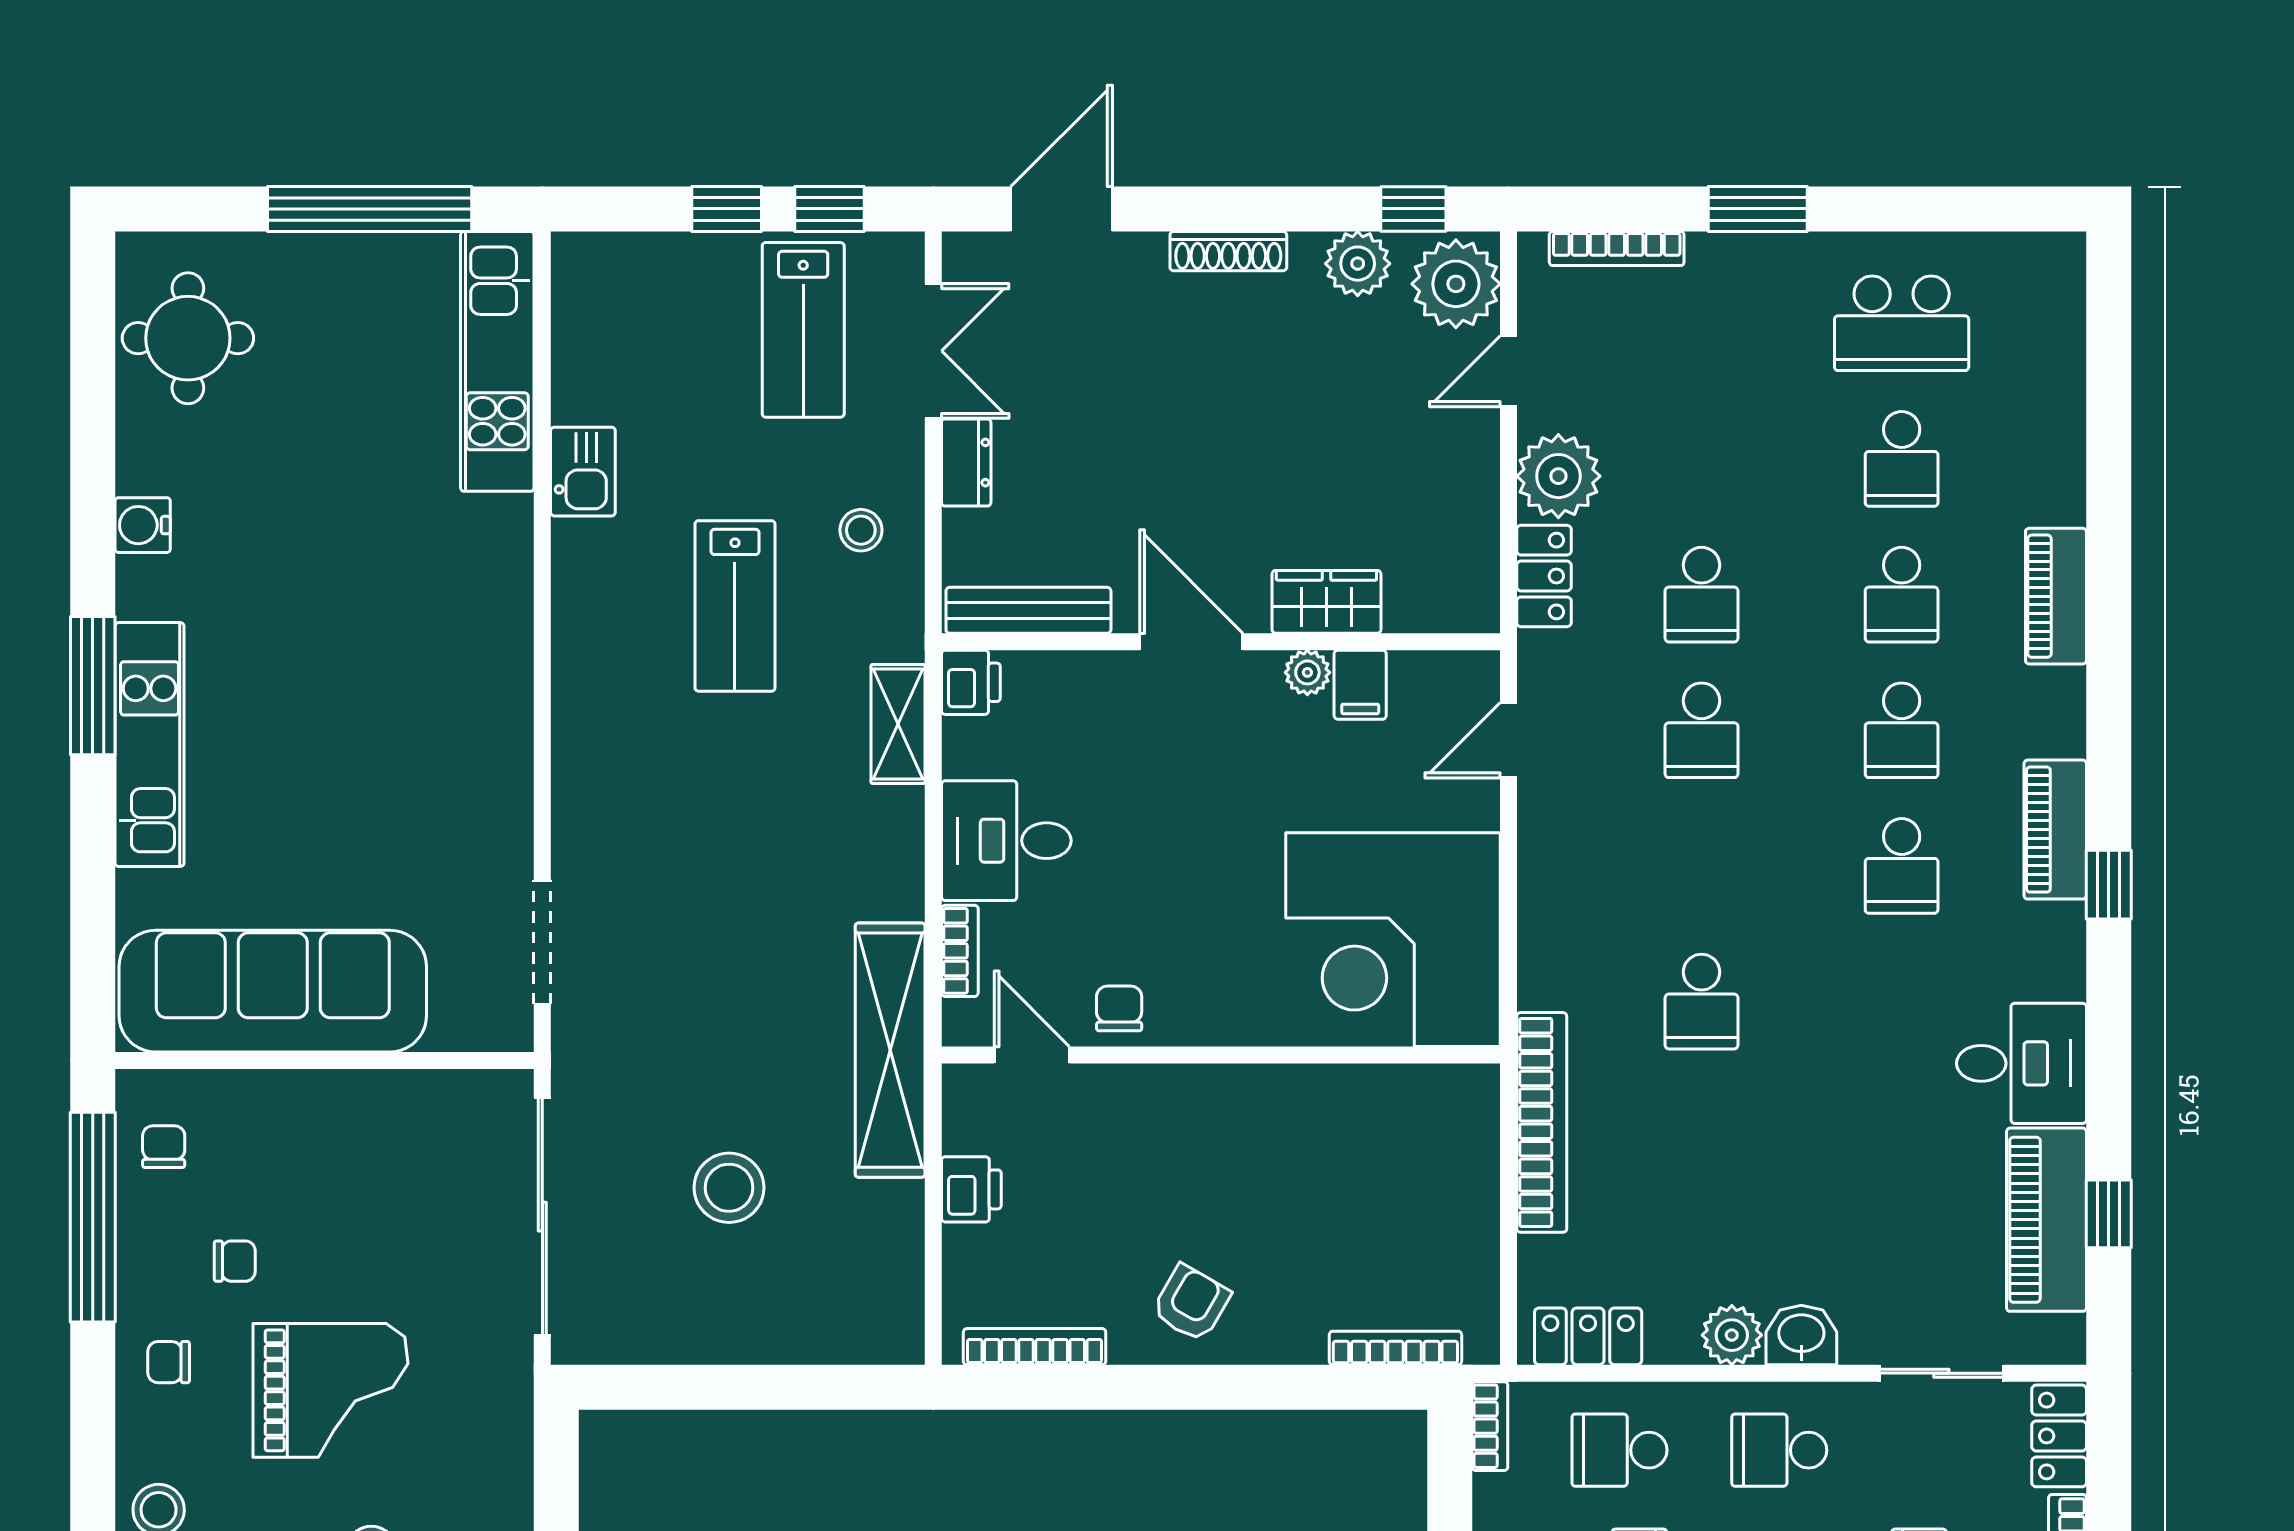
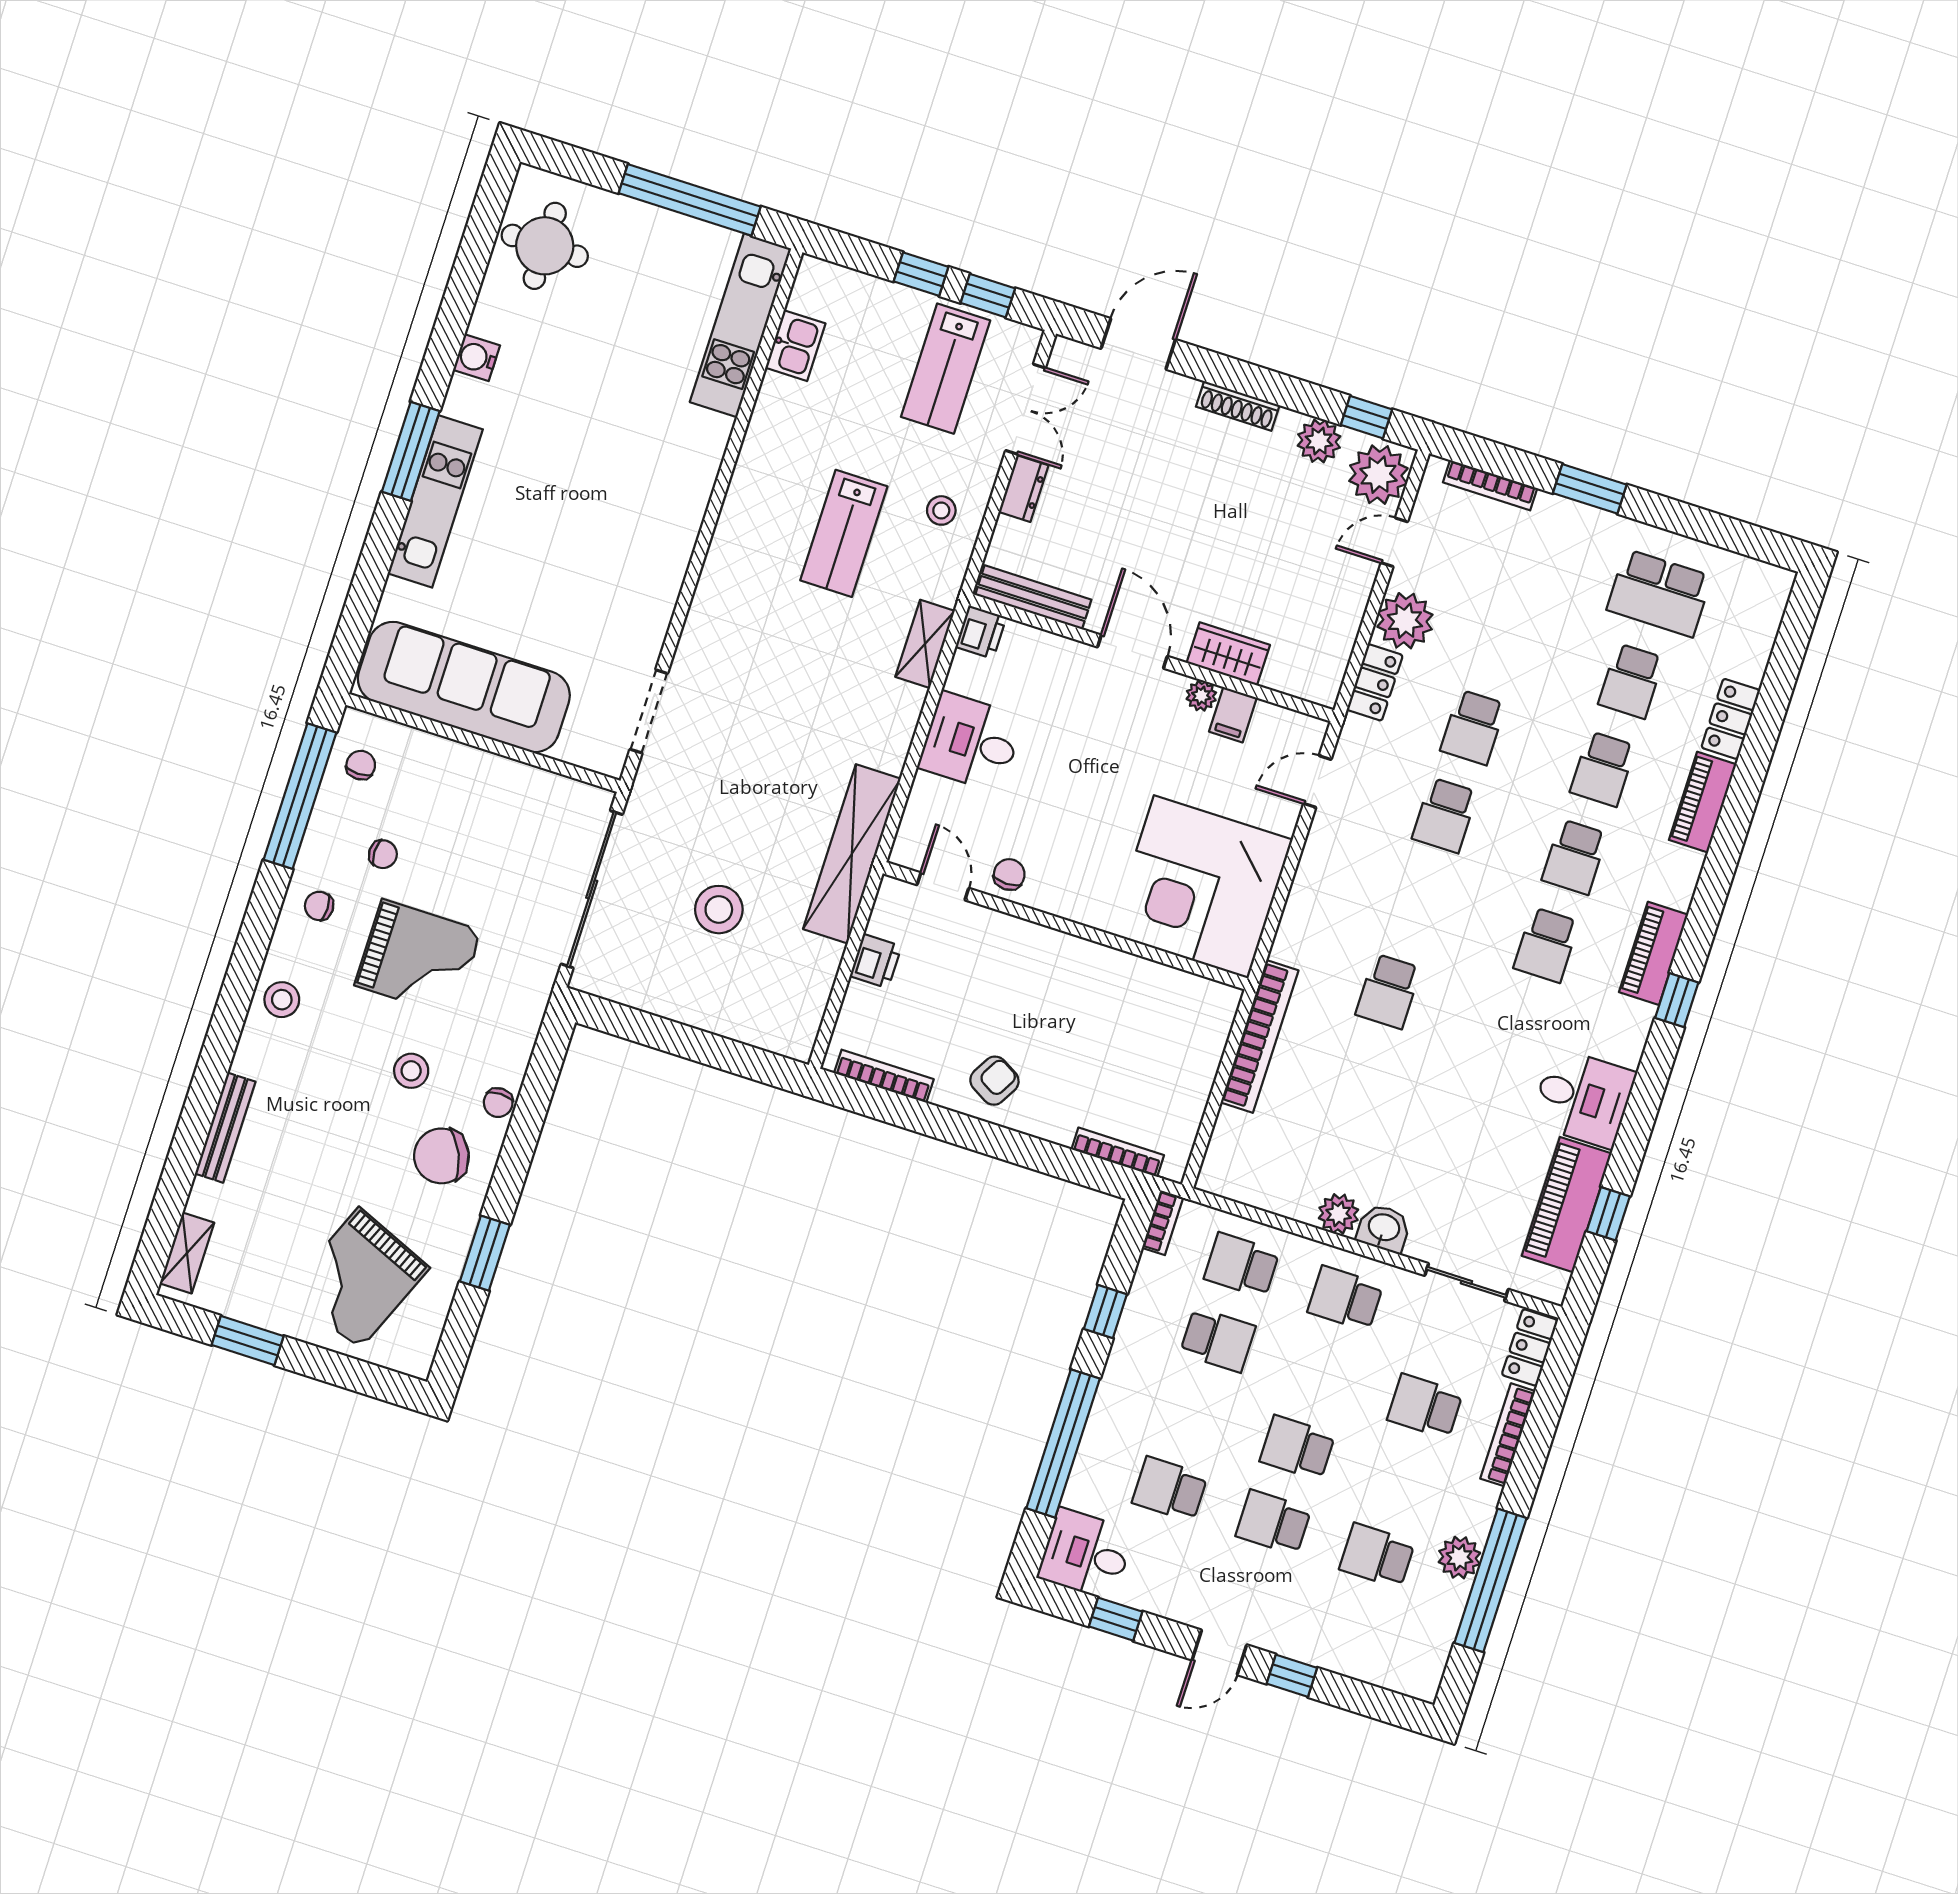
kitchen sink: (583, 472) -> (795, 346), moved
bookcase: (960, 951) -> (918, 804), removed
locker: (1588, 1336) -> (1731, 719), moved, turned -90

